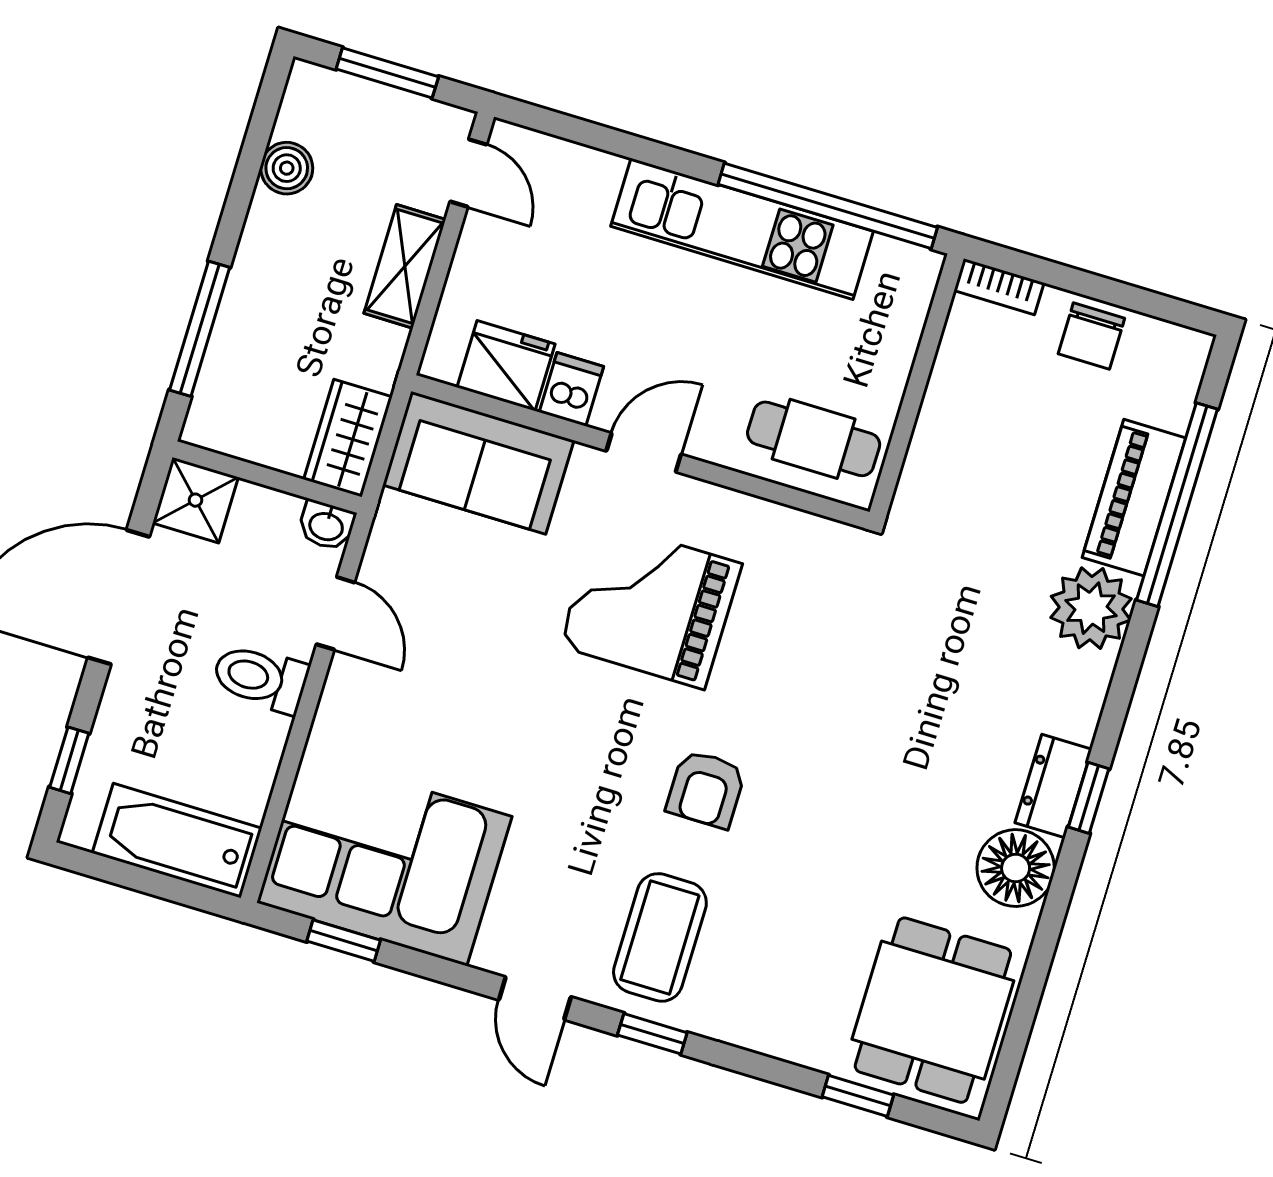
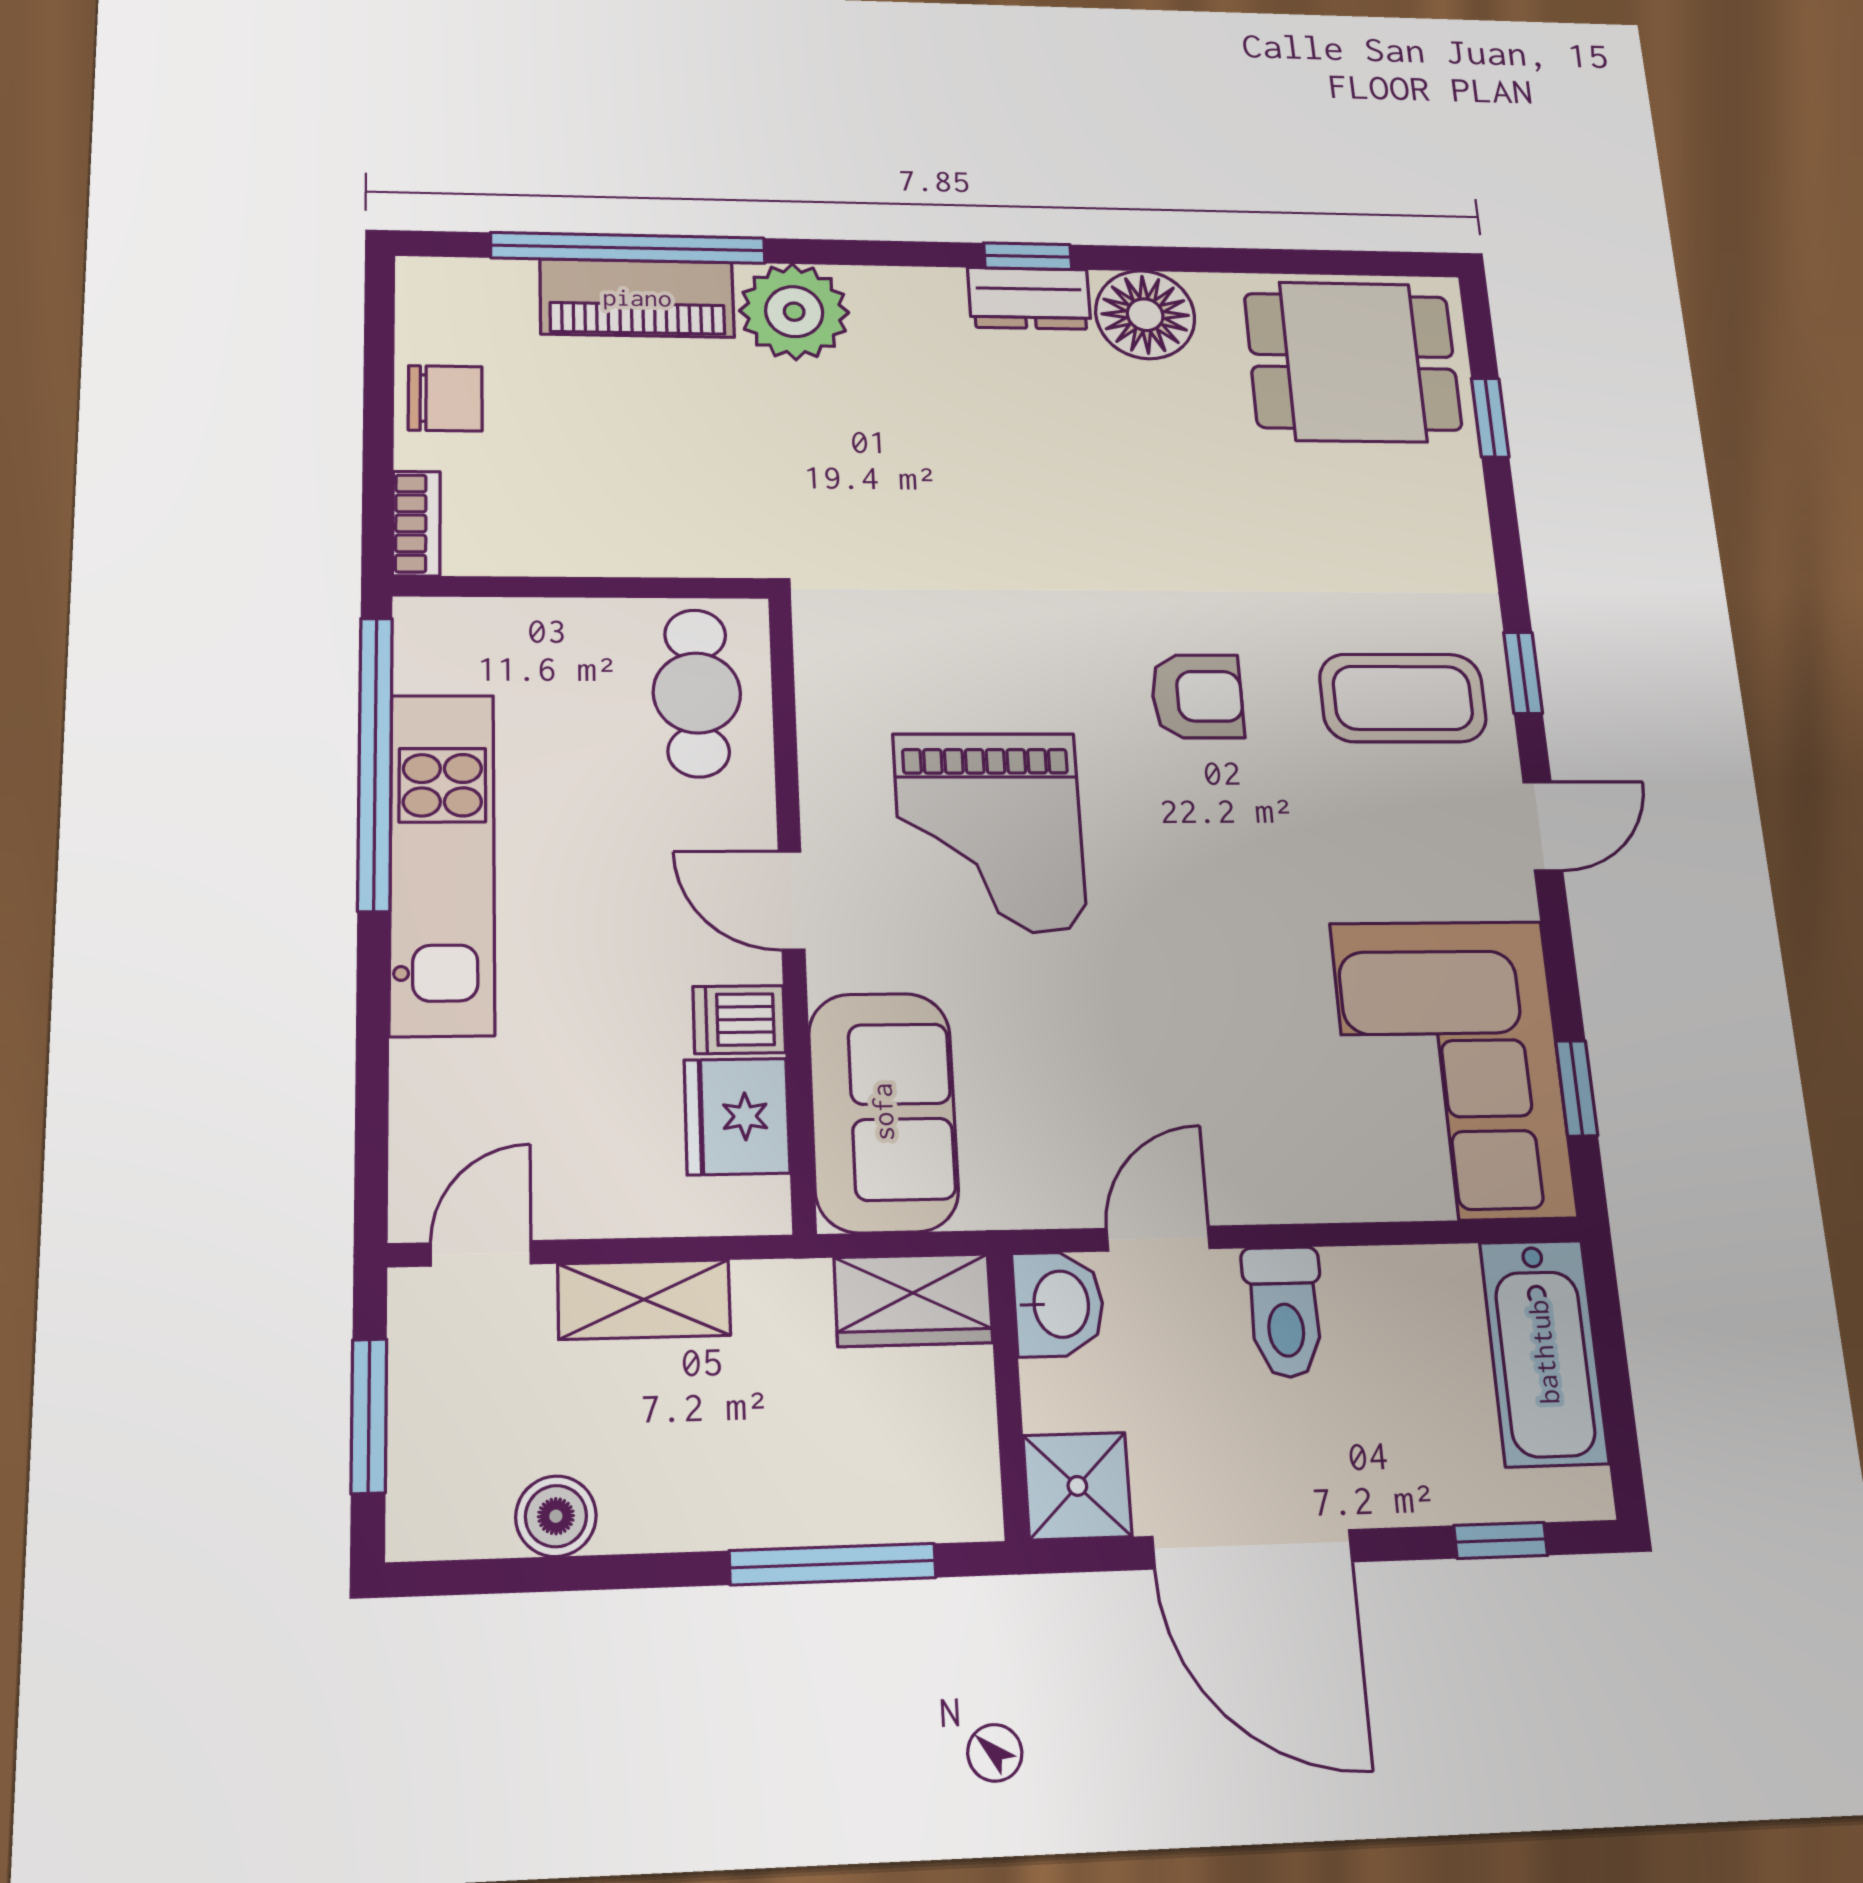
washbasin: (326, 525) -> (1059, 1304), width x1.38, depth x1.45

